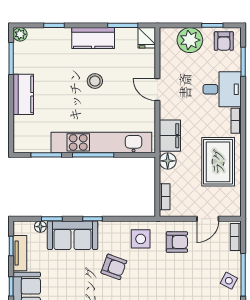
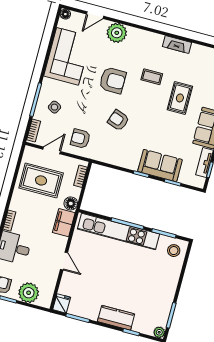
kitchen counter: (93, 38) -> (116, 318), moved
stool: (95, 81) -> (174, 251), moved
kitchen counter: (23, 94) -> (169, 285), removed
rug: (218, 162) -> (41, 180), moved, turned 90
floor lamp: (40, 227) -> (183, 179), removed
side table: (141, 239) -> (108, 148), removed
armchair: (114, 267) -> (118, 120), moved
side table: (229, 281) -> (55, 107), moved

